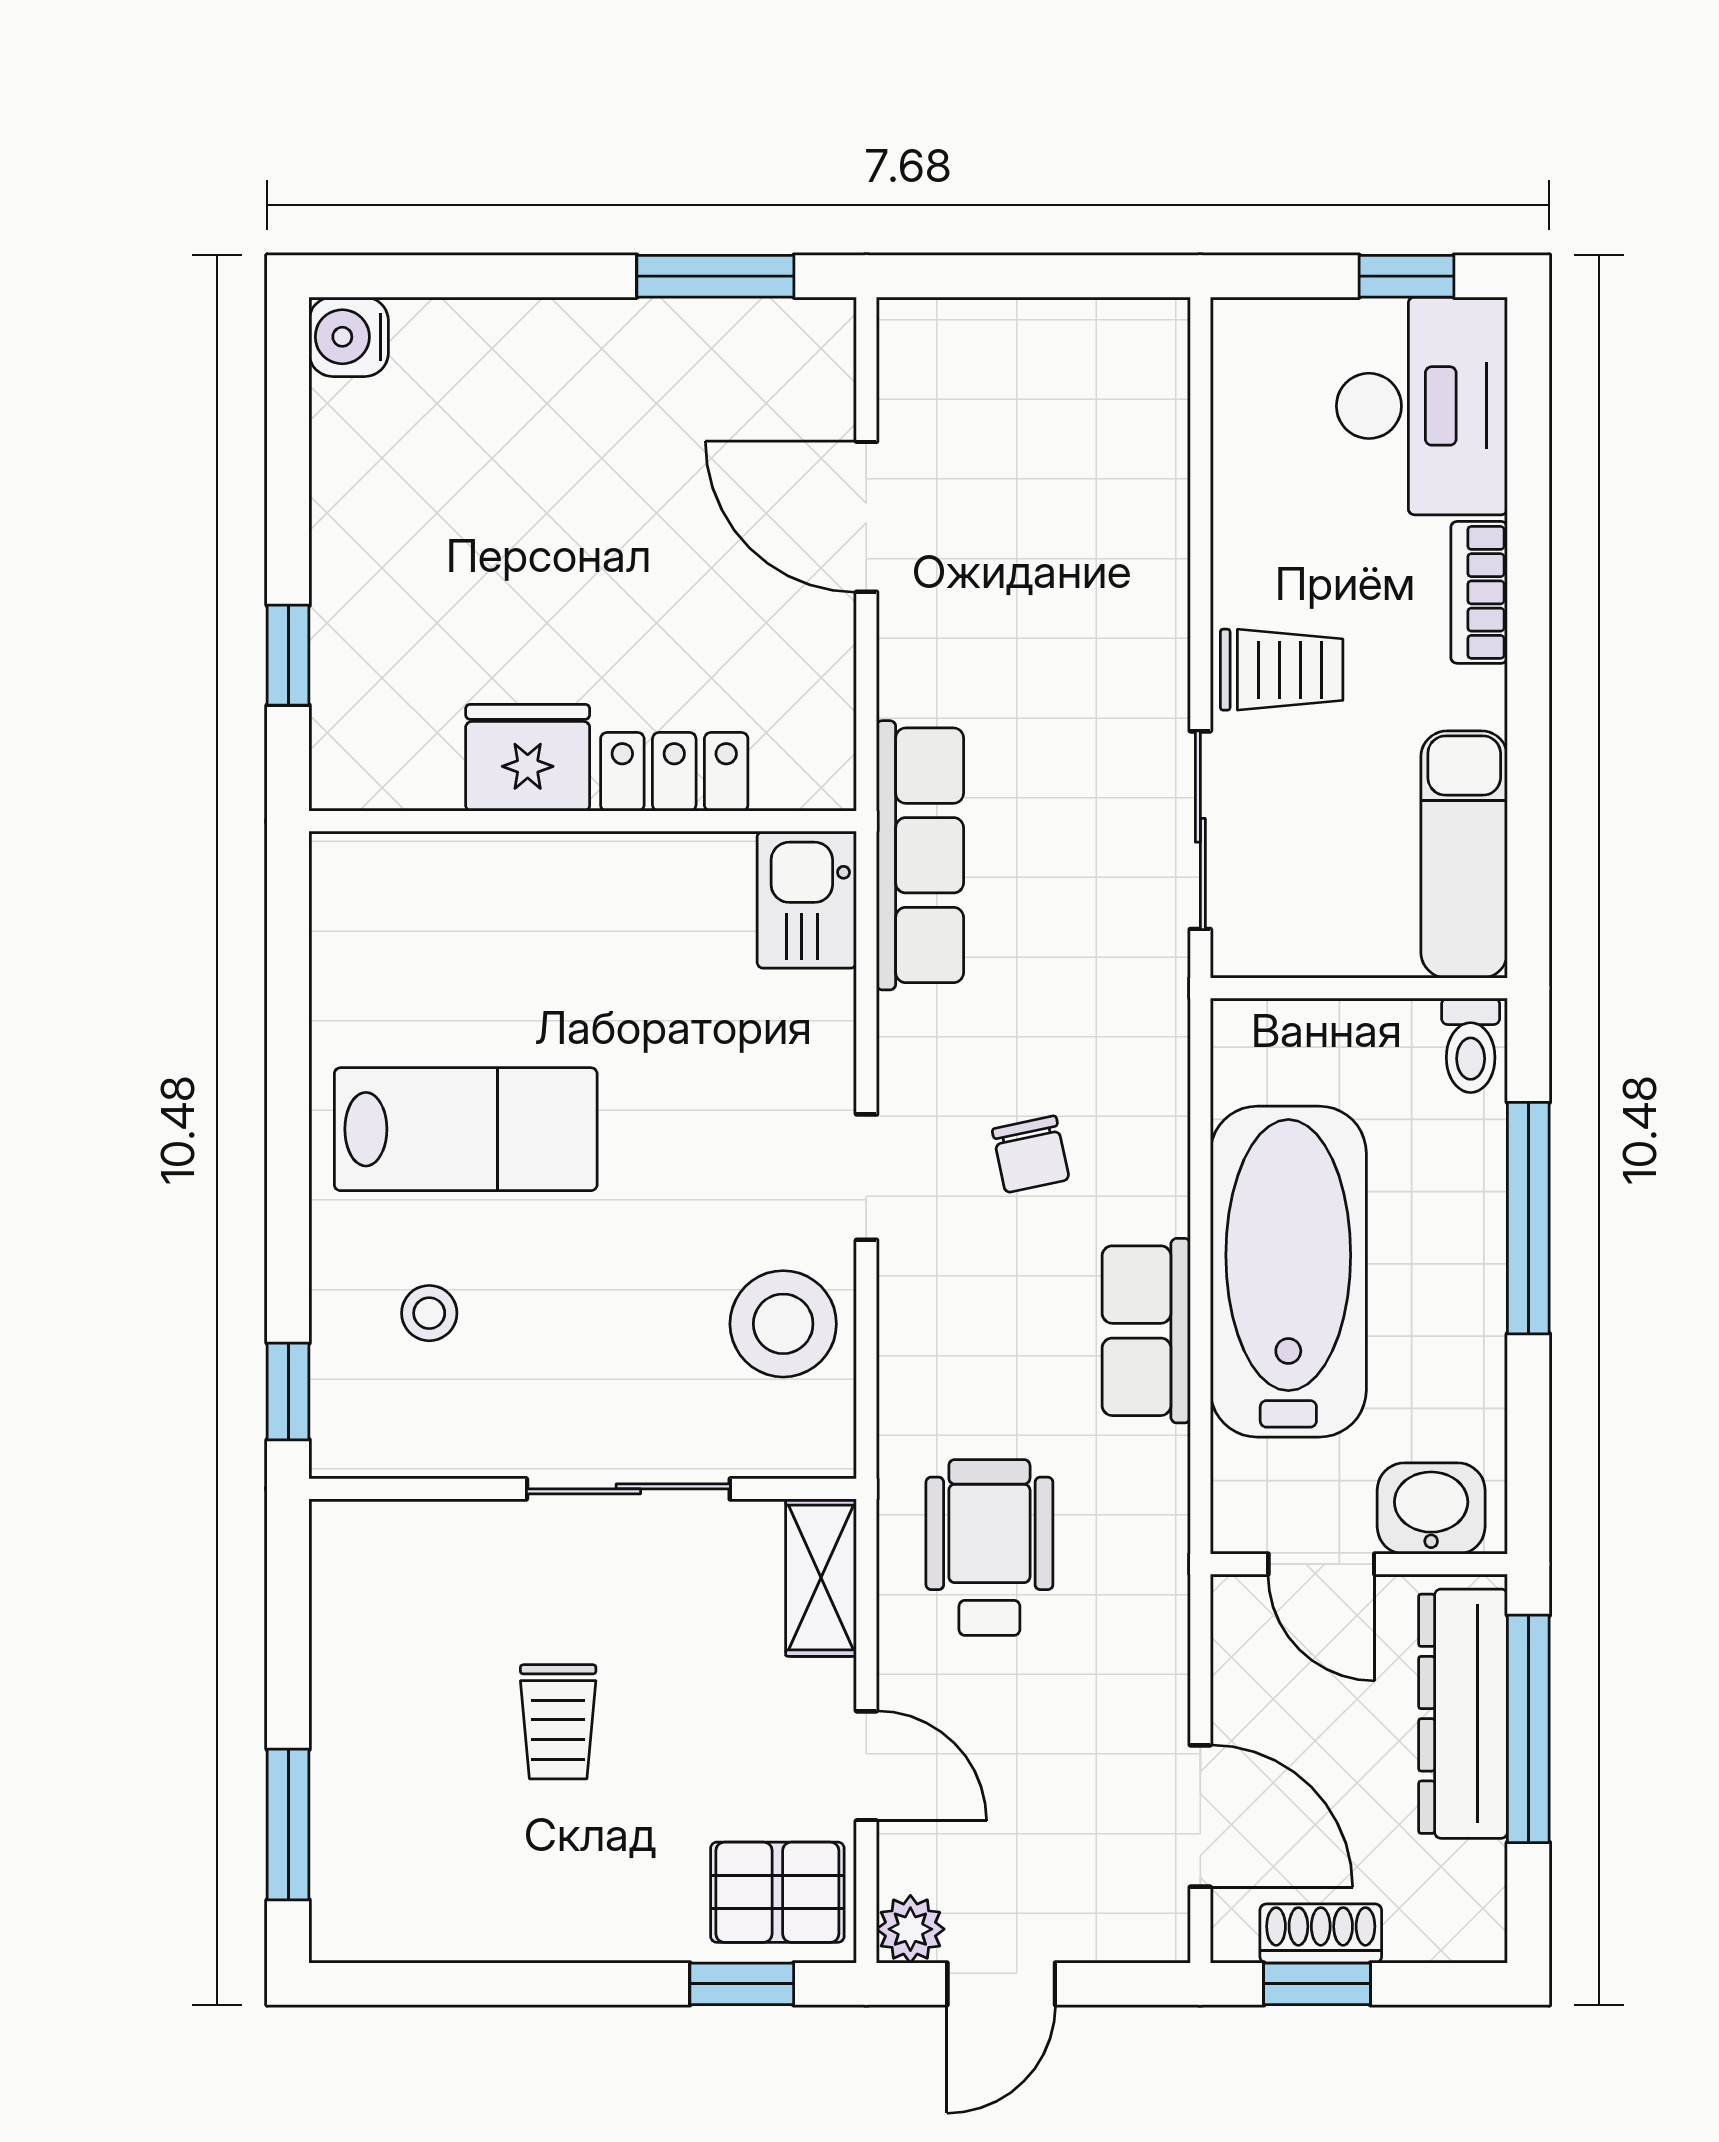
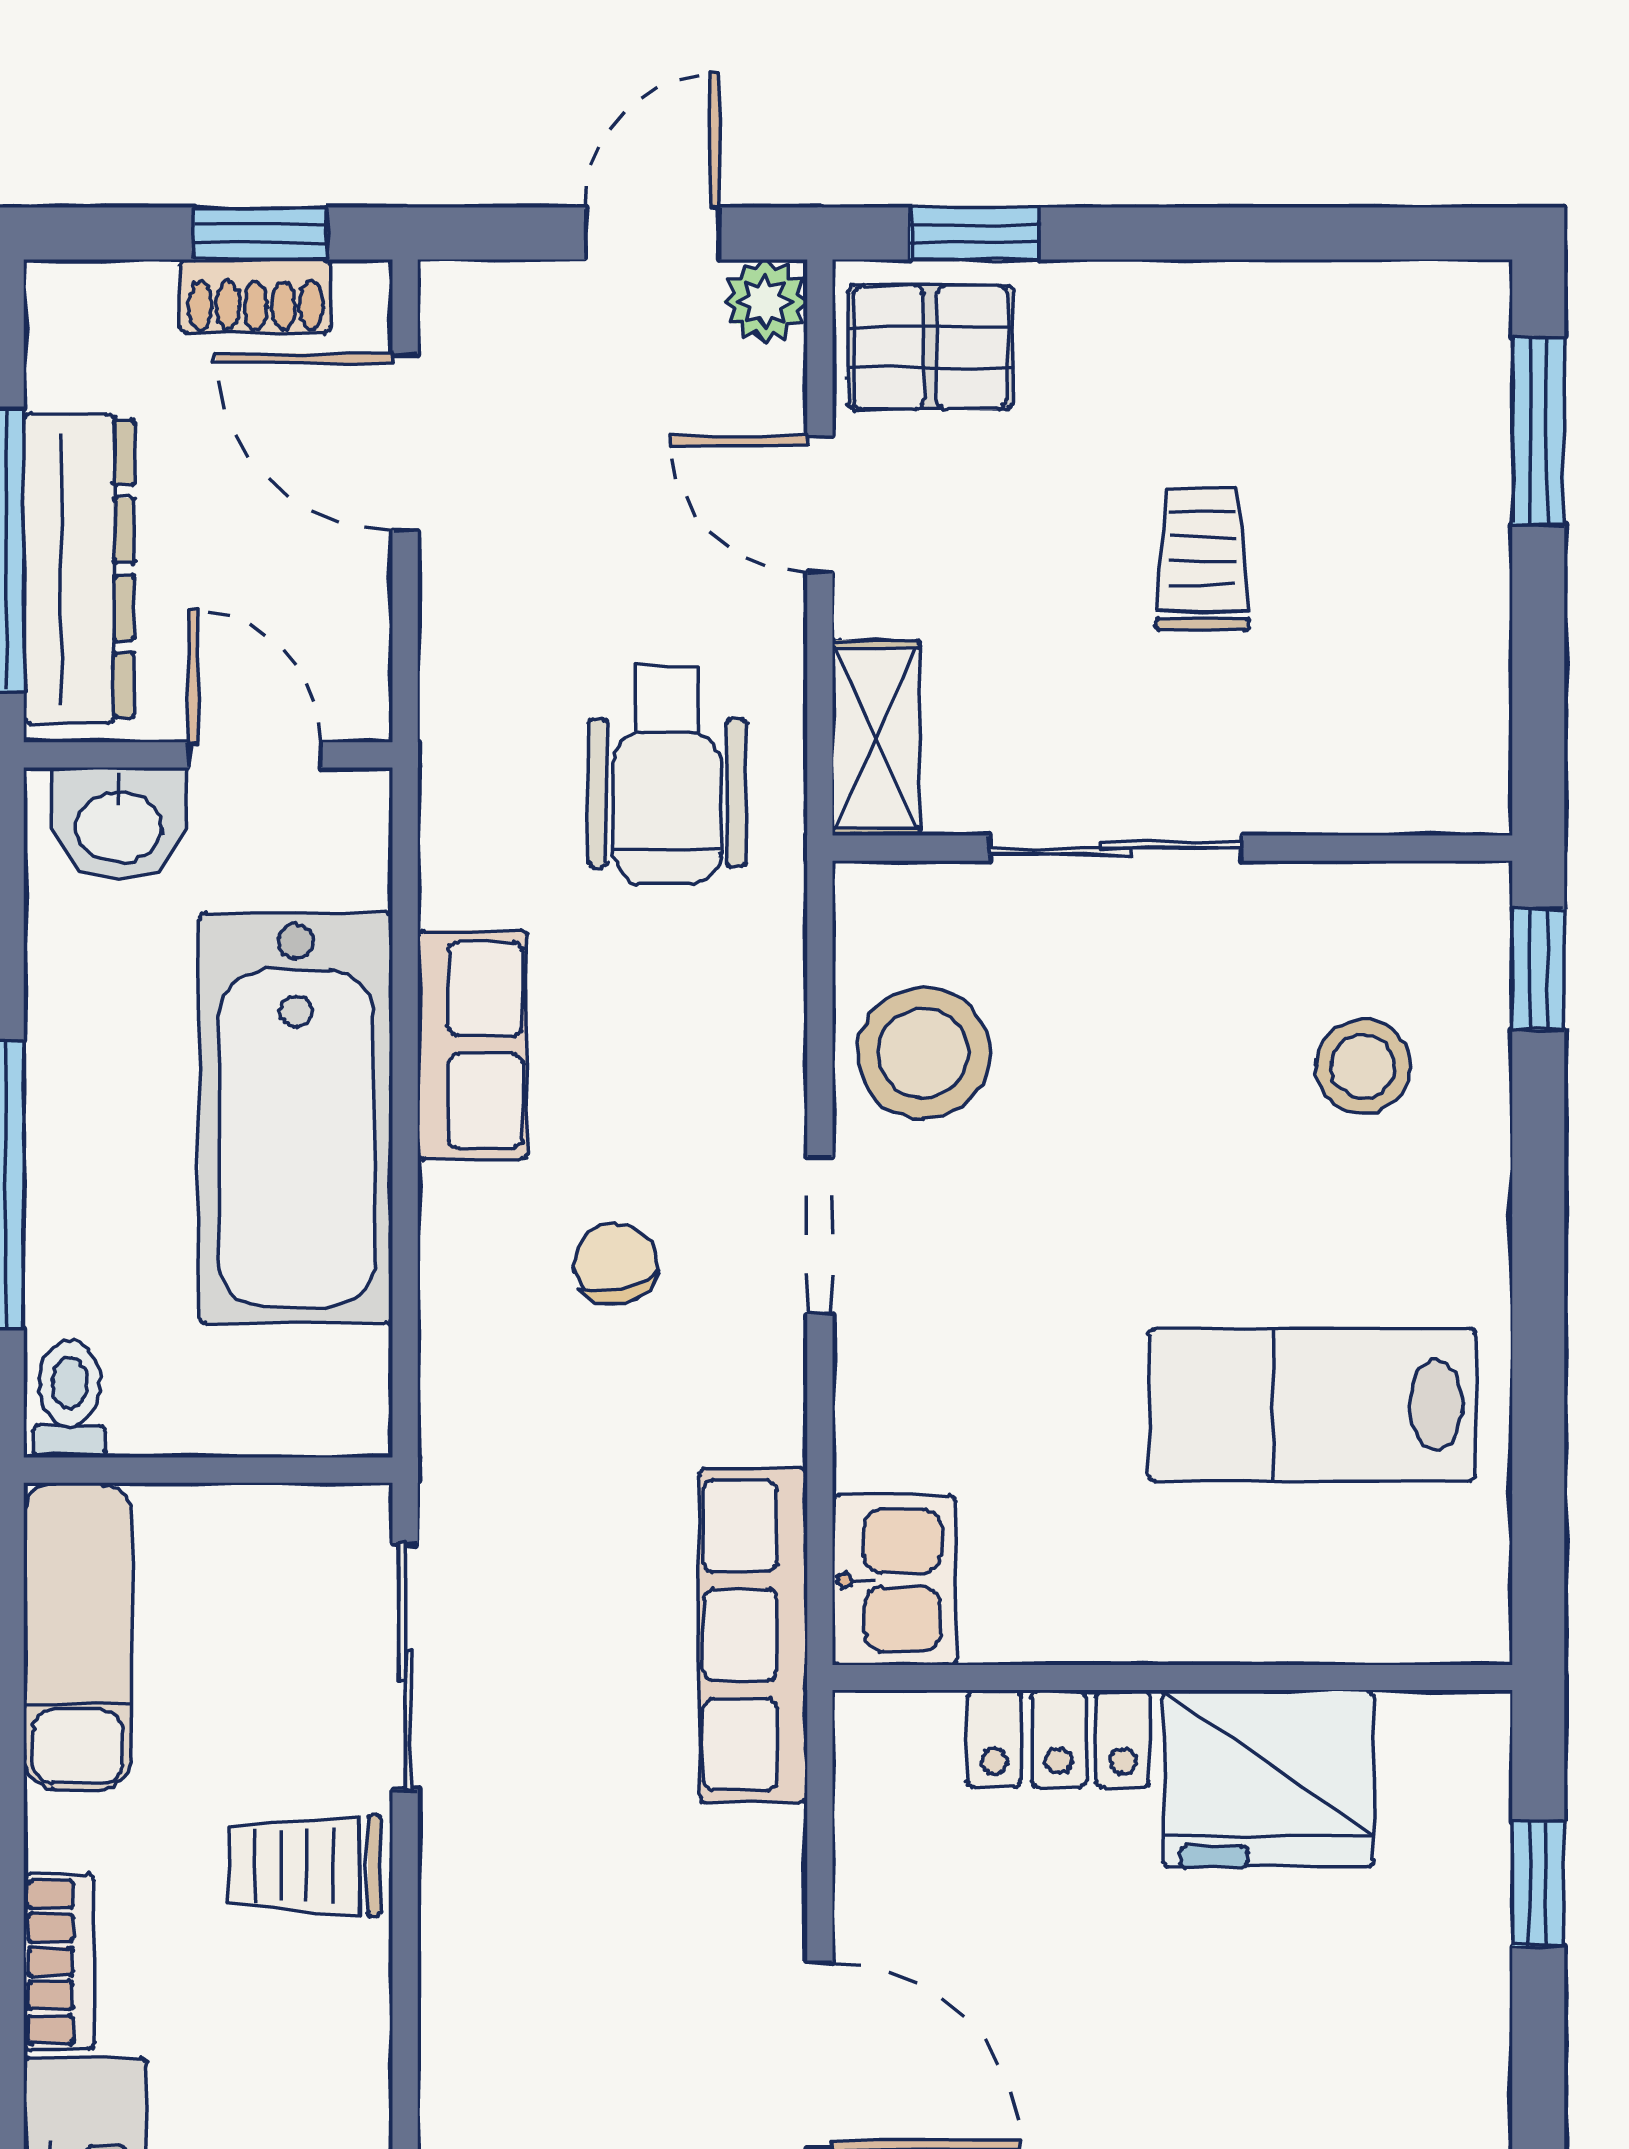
fridge: (528, 758) -> (1268, 1779), width x1.36, depth x1.34
lab bench: (466, 1129) -> (1312, 1405), moved
stool: (429, 1313) -> (1363, 1067), width x1.37, depth x1.37

